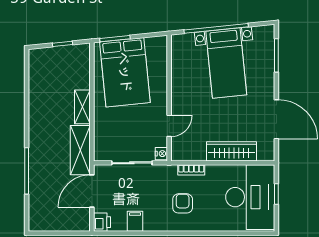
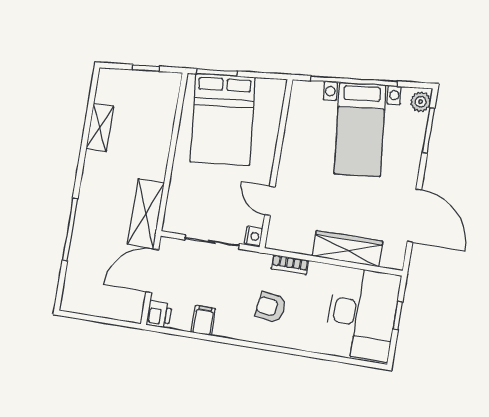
plant: (267, 35) -> (421, 102), added
shelving: (82, 107) -> (100, 127), moved
door: (169, 126) -> (270, 201), swing flipped
armchair: (183, 203) -> (271, 307), turned -83

